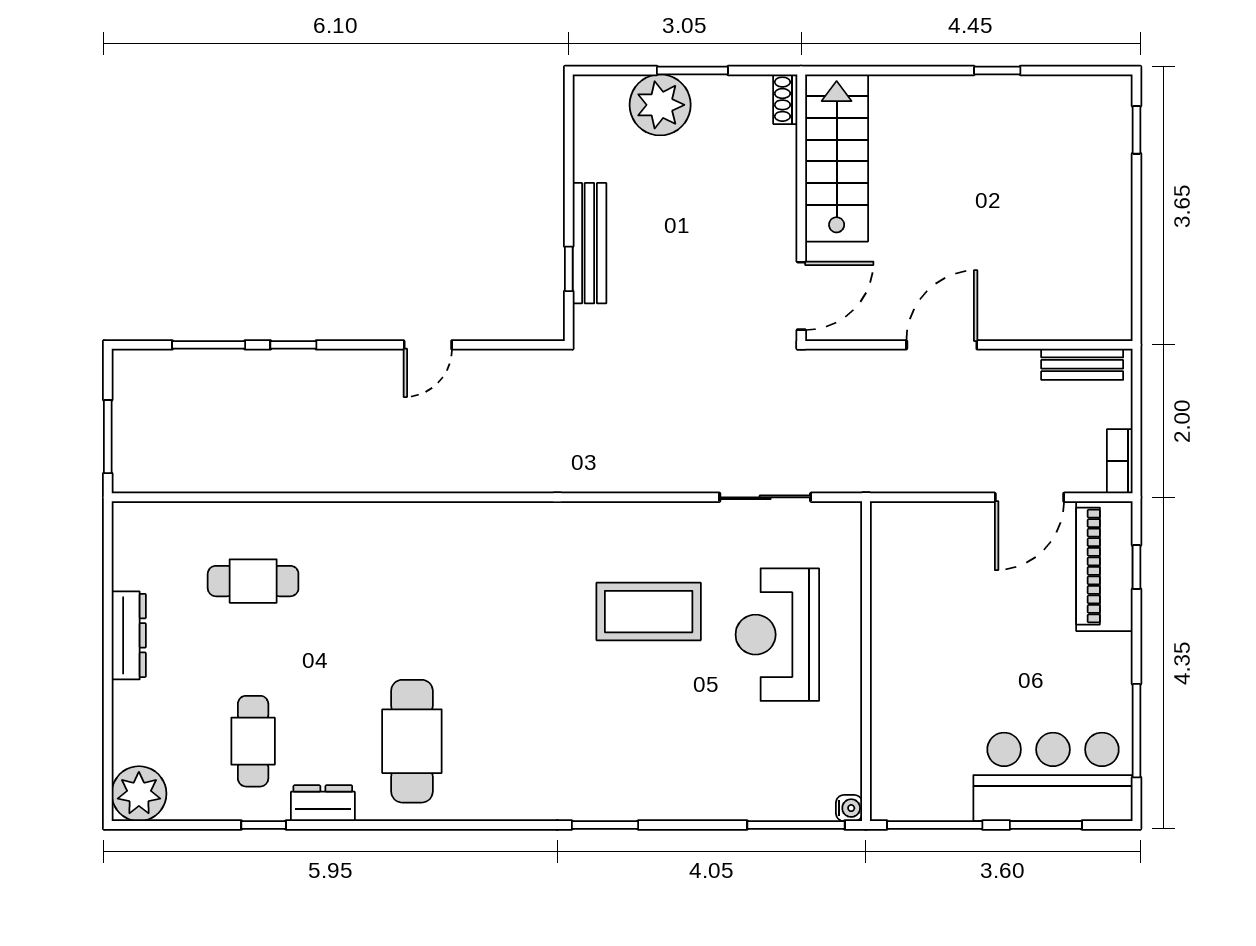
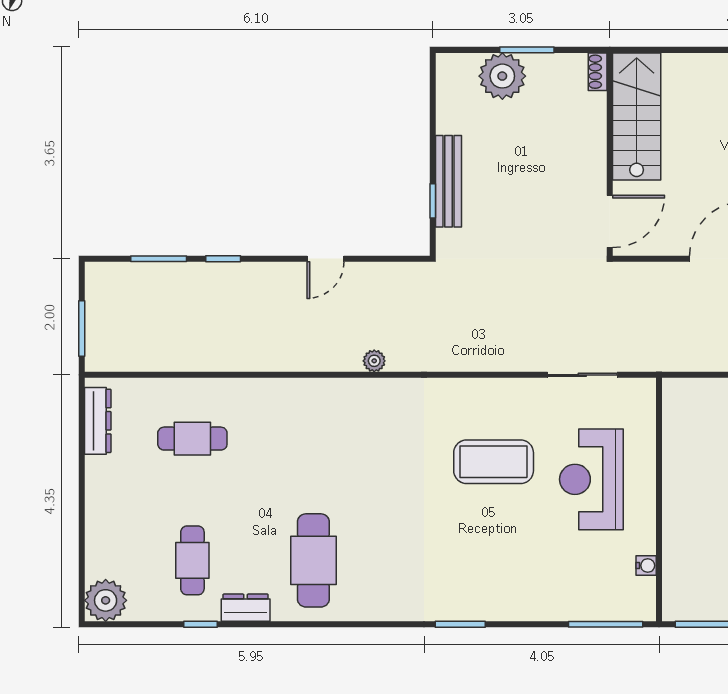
plant: (492, 479) -> (374, 361), added
dresser: (129, 635) -> (98, 421), moved
water cooler: (849, 808) -> (646, 566), moved

